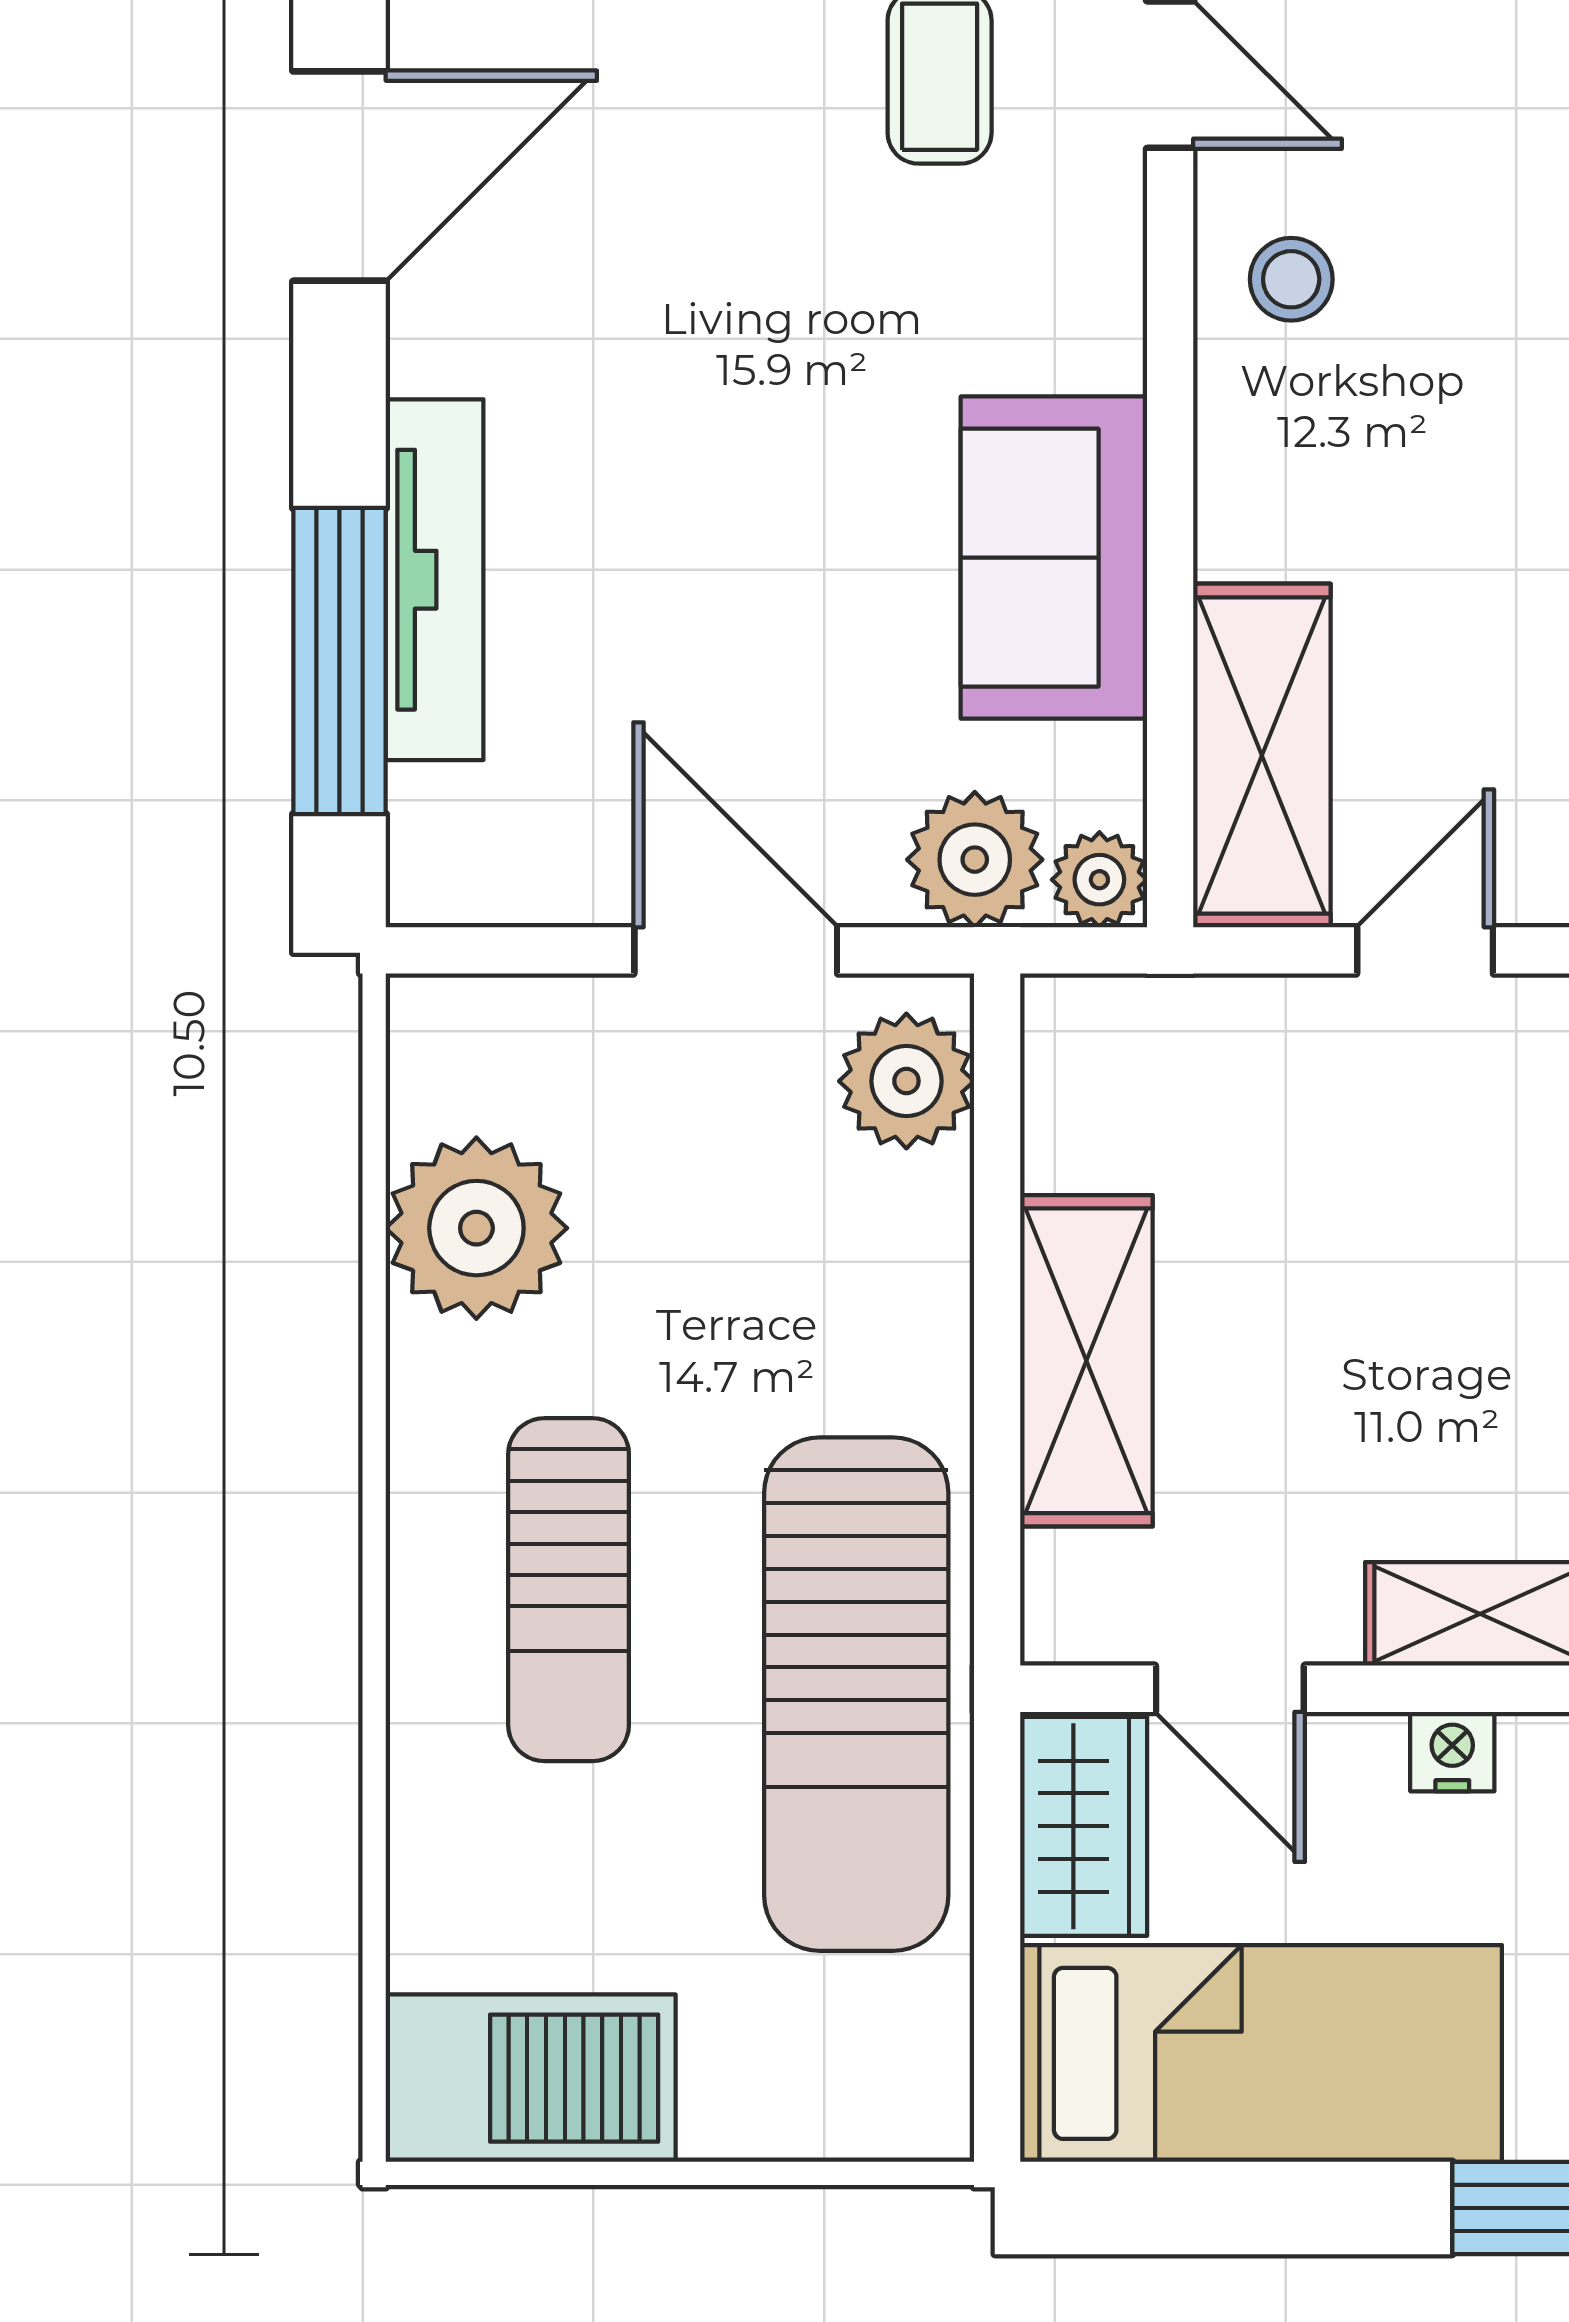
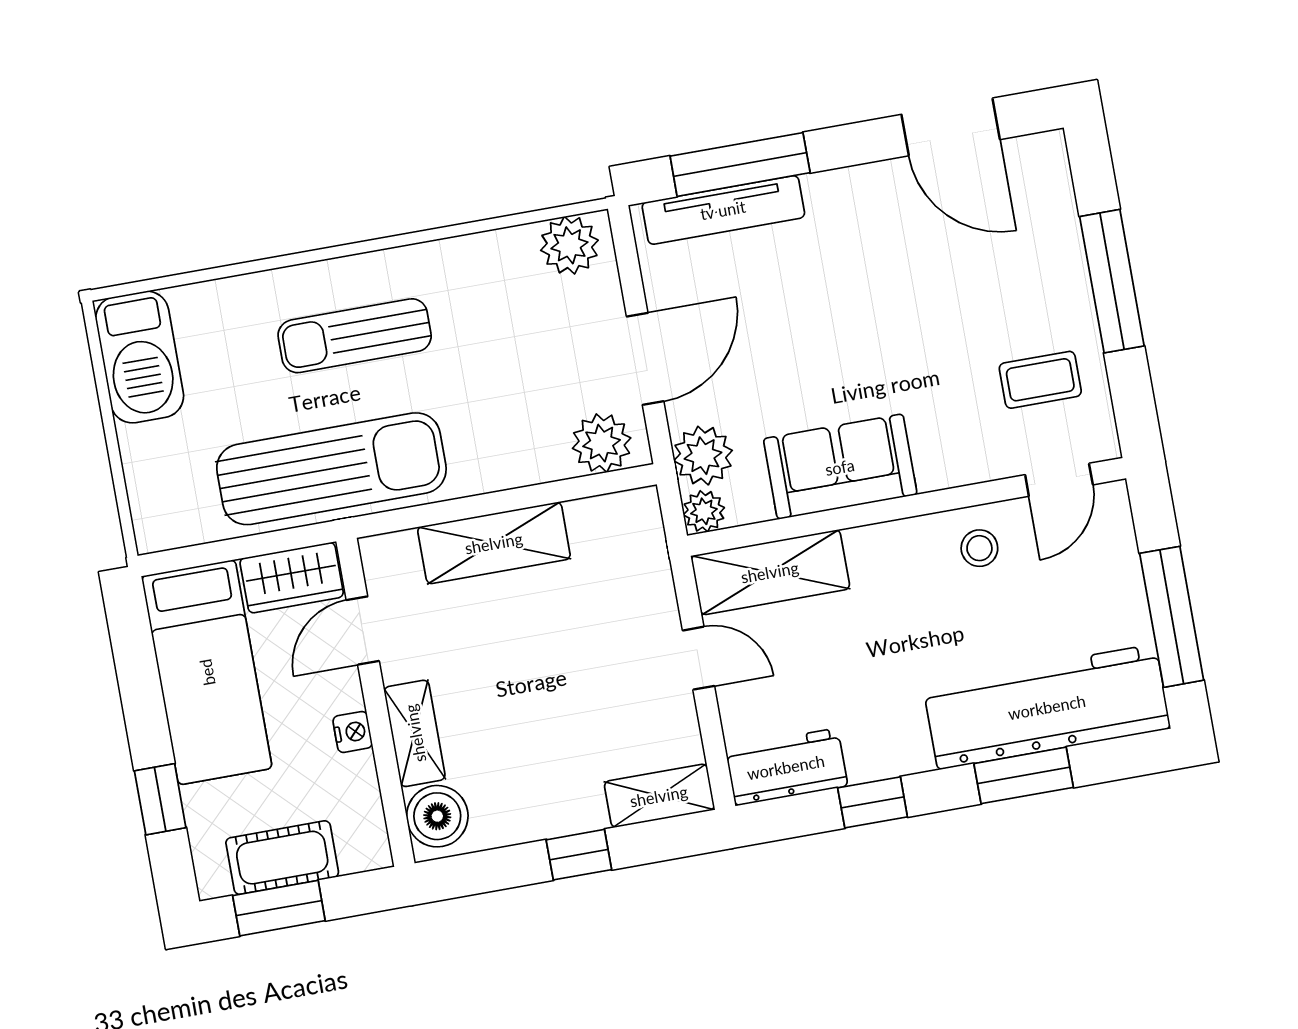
tv unit: (435, 580) -> (723, 210), moved
plant: (476, 1228) -> (569, 245), moved, width x0.73, depth x0.73
sun lounger: (856, 1694) -> (331, 469), turned 180

